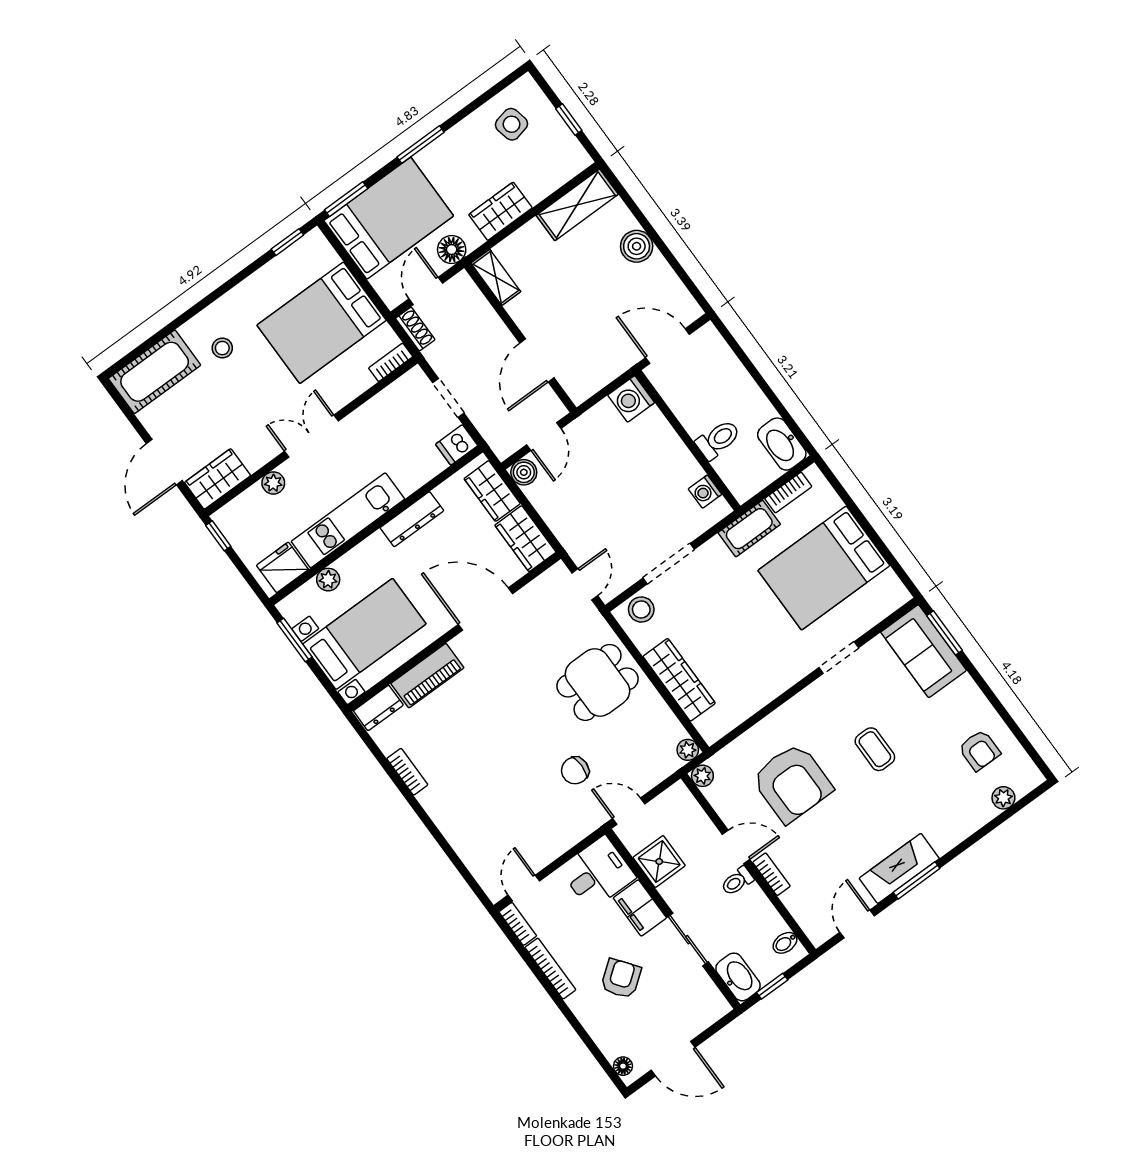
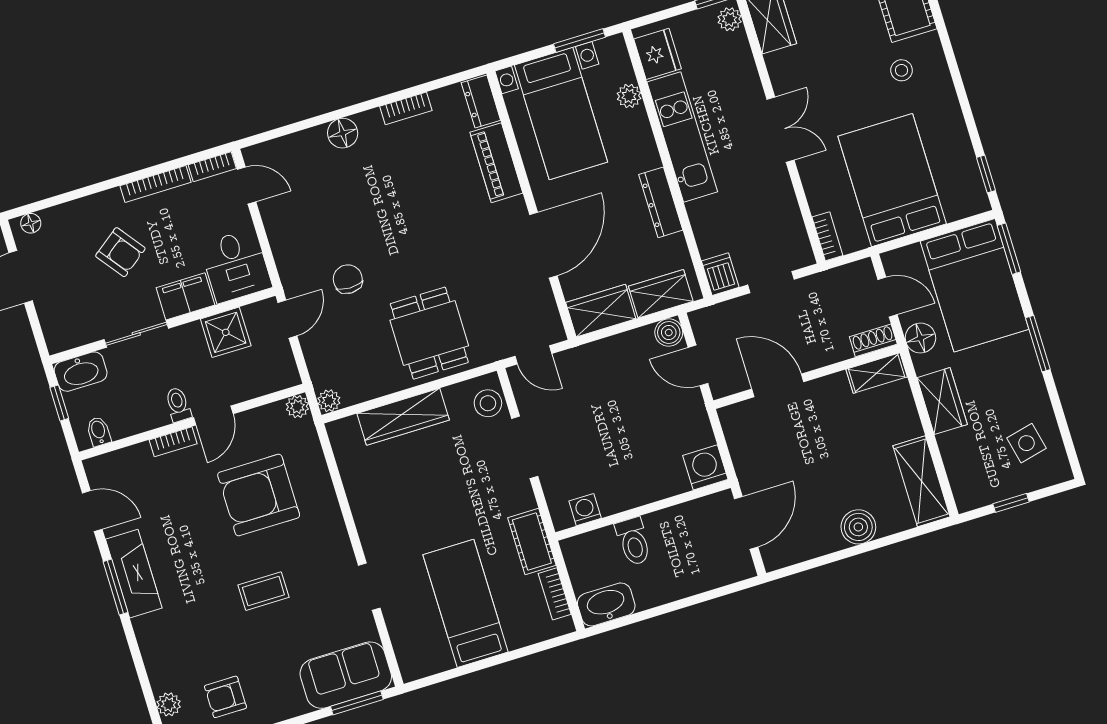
shoe rack: (415, 329) -> (873, 340), moved, turned 180
plant: (273, 483) -> (730, 19), moved
bed: (824, 568) -> (465, 603), width x0.67
floor lamp: (448, 820) -> (343, 133), added

